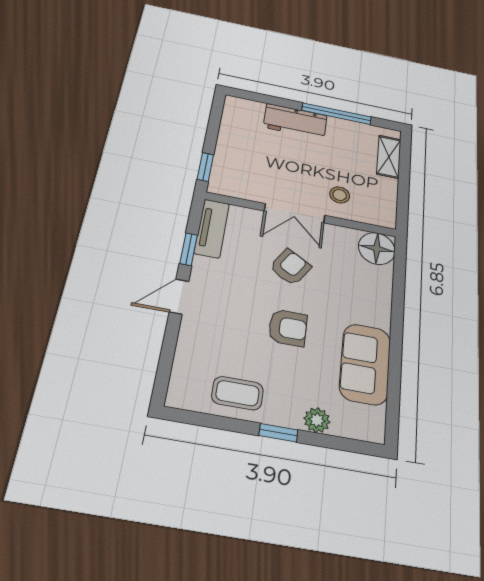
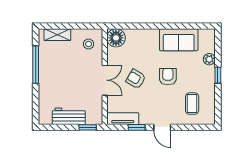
workbench: (295, 121) -> (69, 116), moved, turned -90
stool: (340, 195) -> (89, 44), moved
coffee table: (238, 393) -> (192, 104), moved

